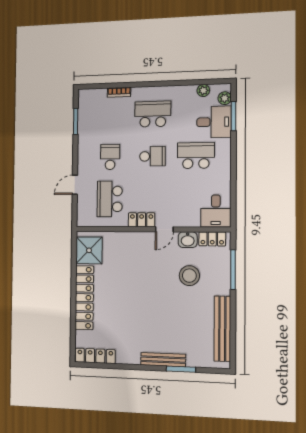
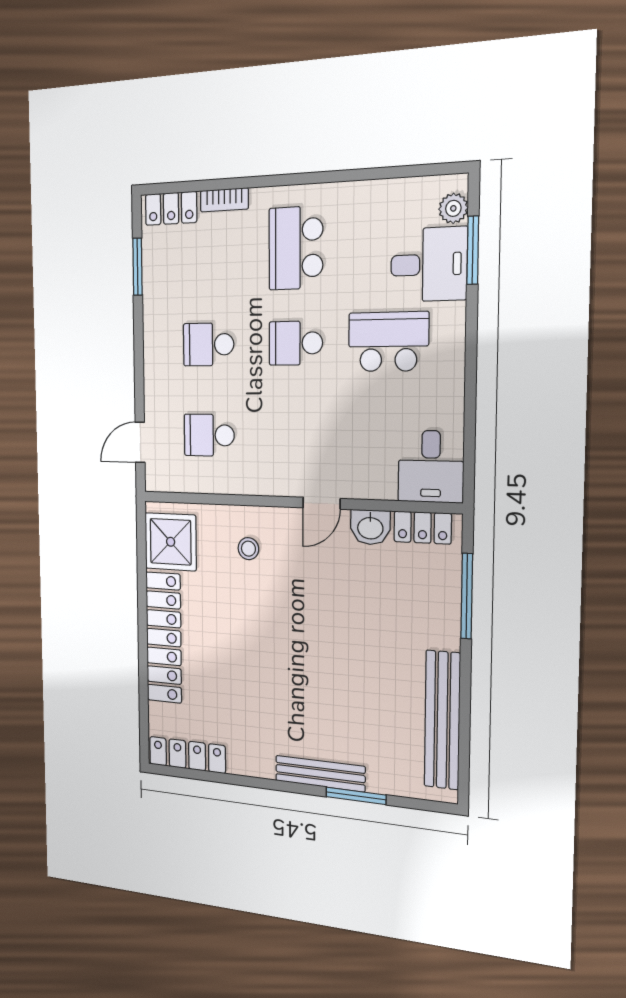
plant: (203, 90) -> (406, 191), removed
school desk: (153, 114) -> (296, 248), turned -90
school desk: (152, 156) -> (296, 343), turned 180
school desk: (110, 157) -> (208, 344), turned -90
door: (75, 185) -> (140, 442), moved
school desk: (110, 199) -> (209, 435), width x0.54
locker: (142, 220) -> (171, 208), moved, turned 180
stool: (189, 276) -> (248, 549), moved, width x0.53, depth x0.53

